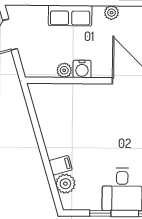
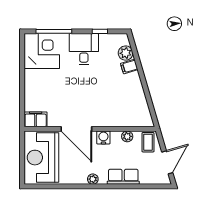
coffee table: (36, 62) -> (148, 142), added
water cooler: (82, 69) -> (103, 137), moved

